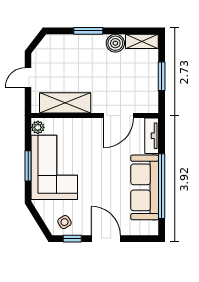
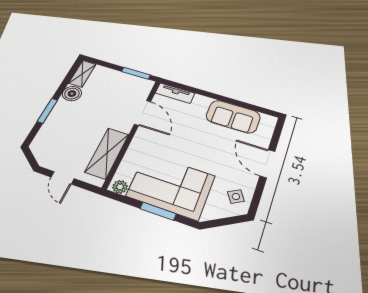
window: (162, 76) -> (136, 73), moved
window: (162, 186) -> (228, 100), removed
sofa: (145, 187) -> (233, 117), width x0.73
window: (72, 239) -> (257, 195), removed
door: (106, 239) -> (267, 164), hinge flipped

